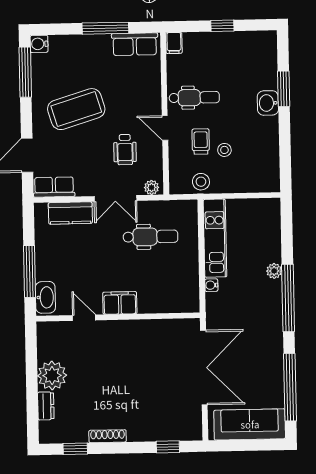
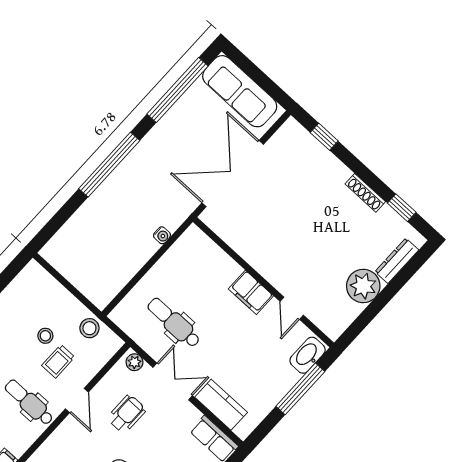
kitchen unit: (215, 238) -> (122, 271), removed
plant: (274, 271) -> (99, 198), removed
dresser: (46, 406) -> (397, 261), width x1.44

